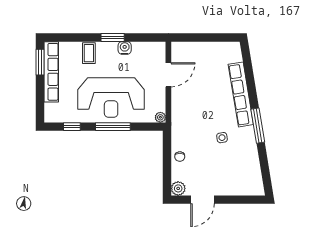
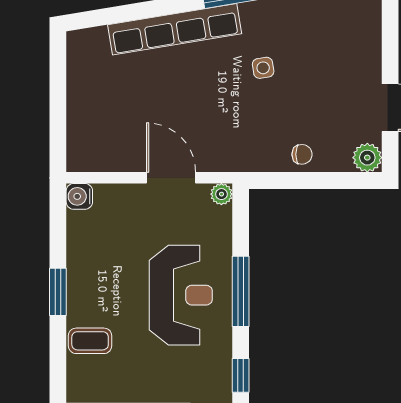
water cooler: (125, 48) -> (79, 196), moved
door: (168, 75) -> (171, 178), moved
reception desk: (111, 97) -> (181, 295), width x0.74, depth x0.77

